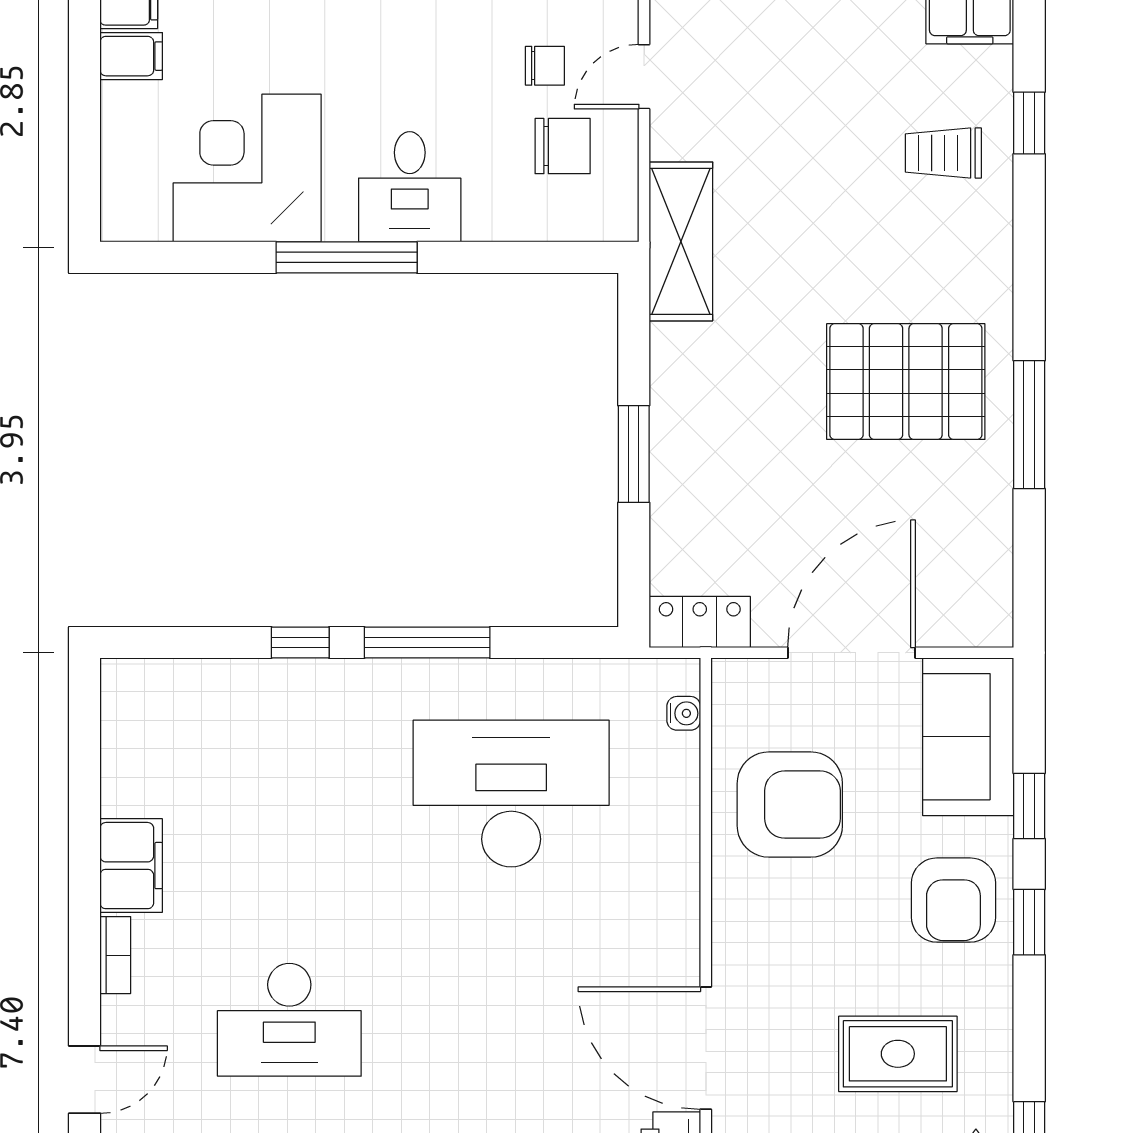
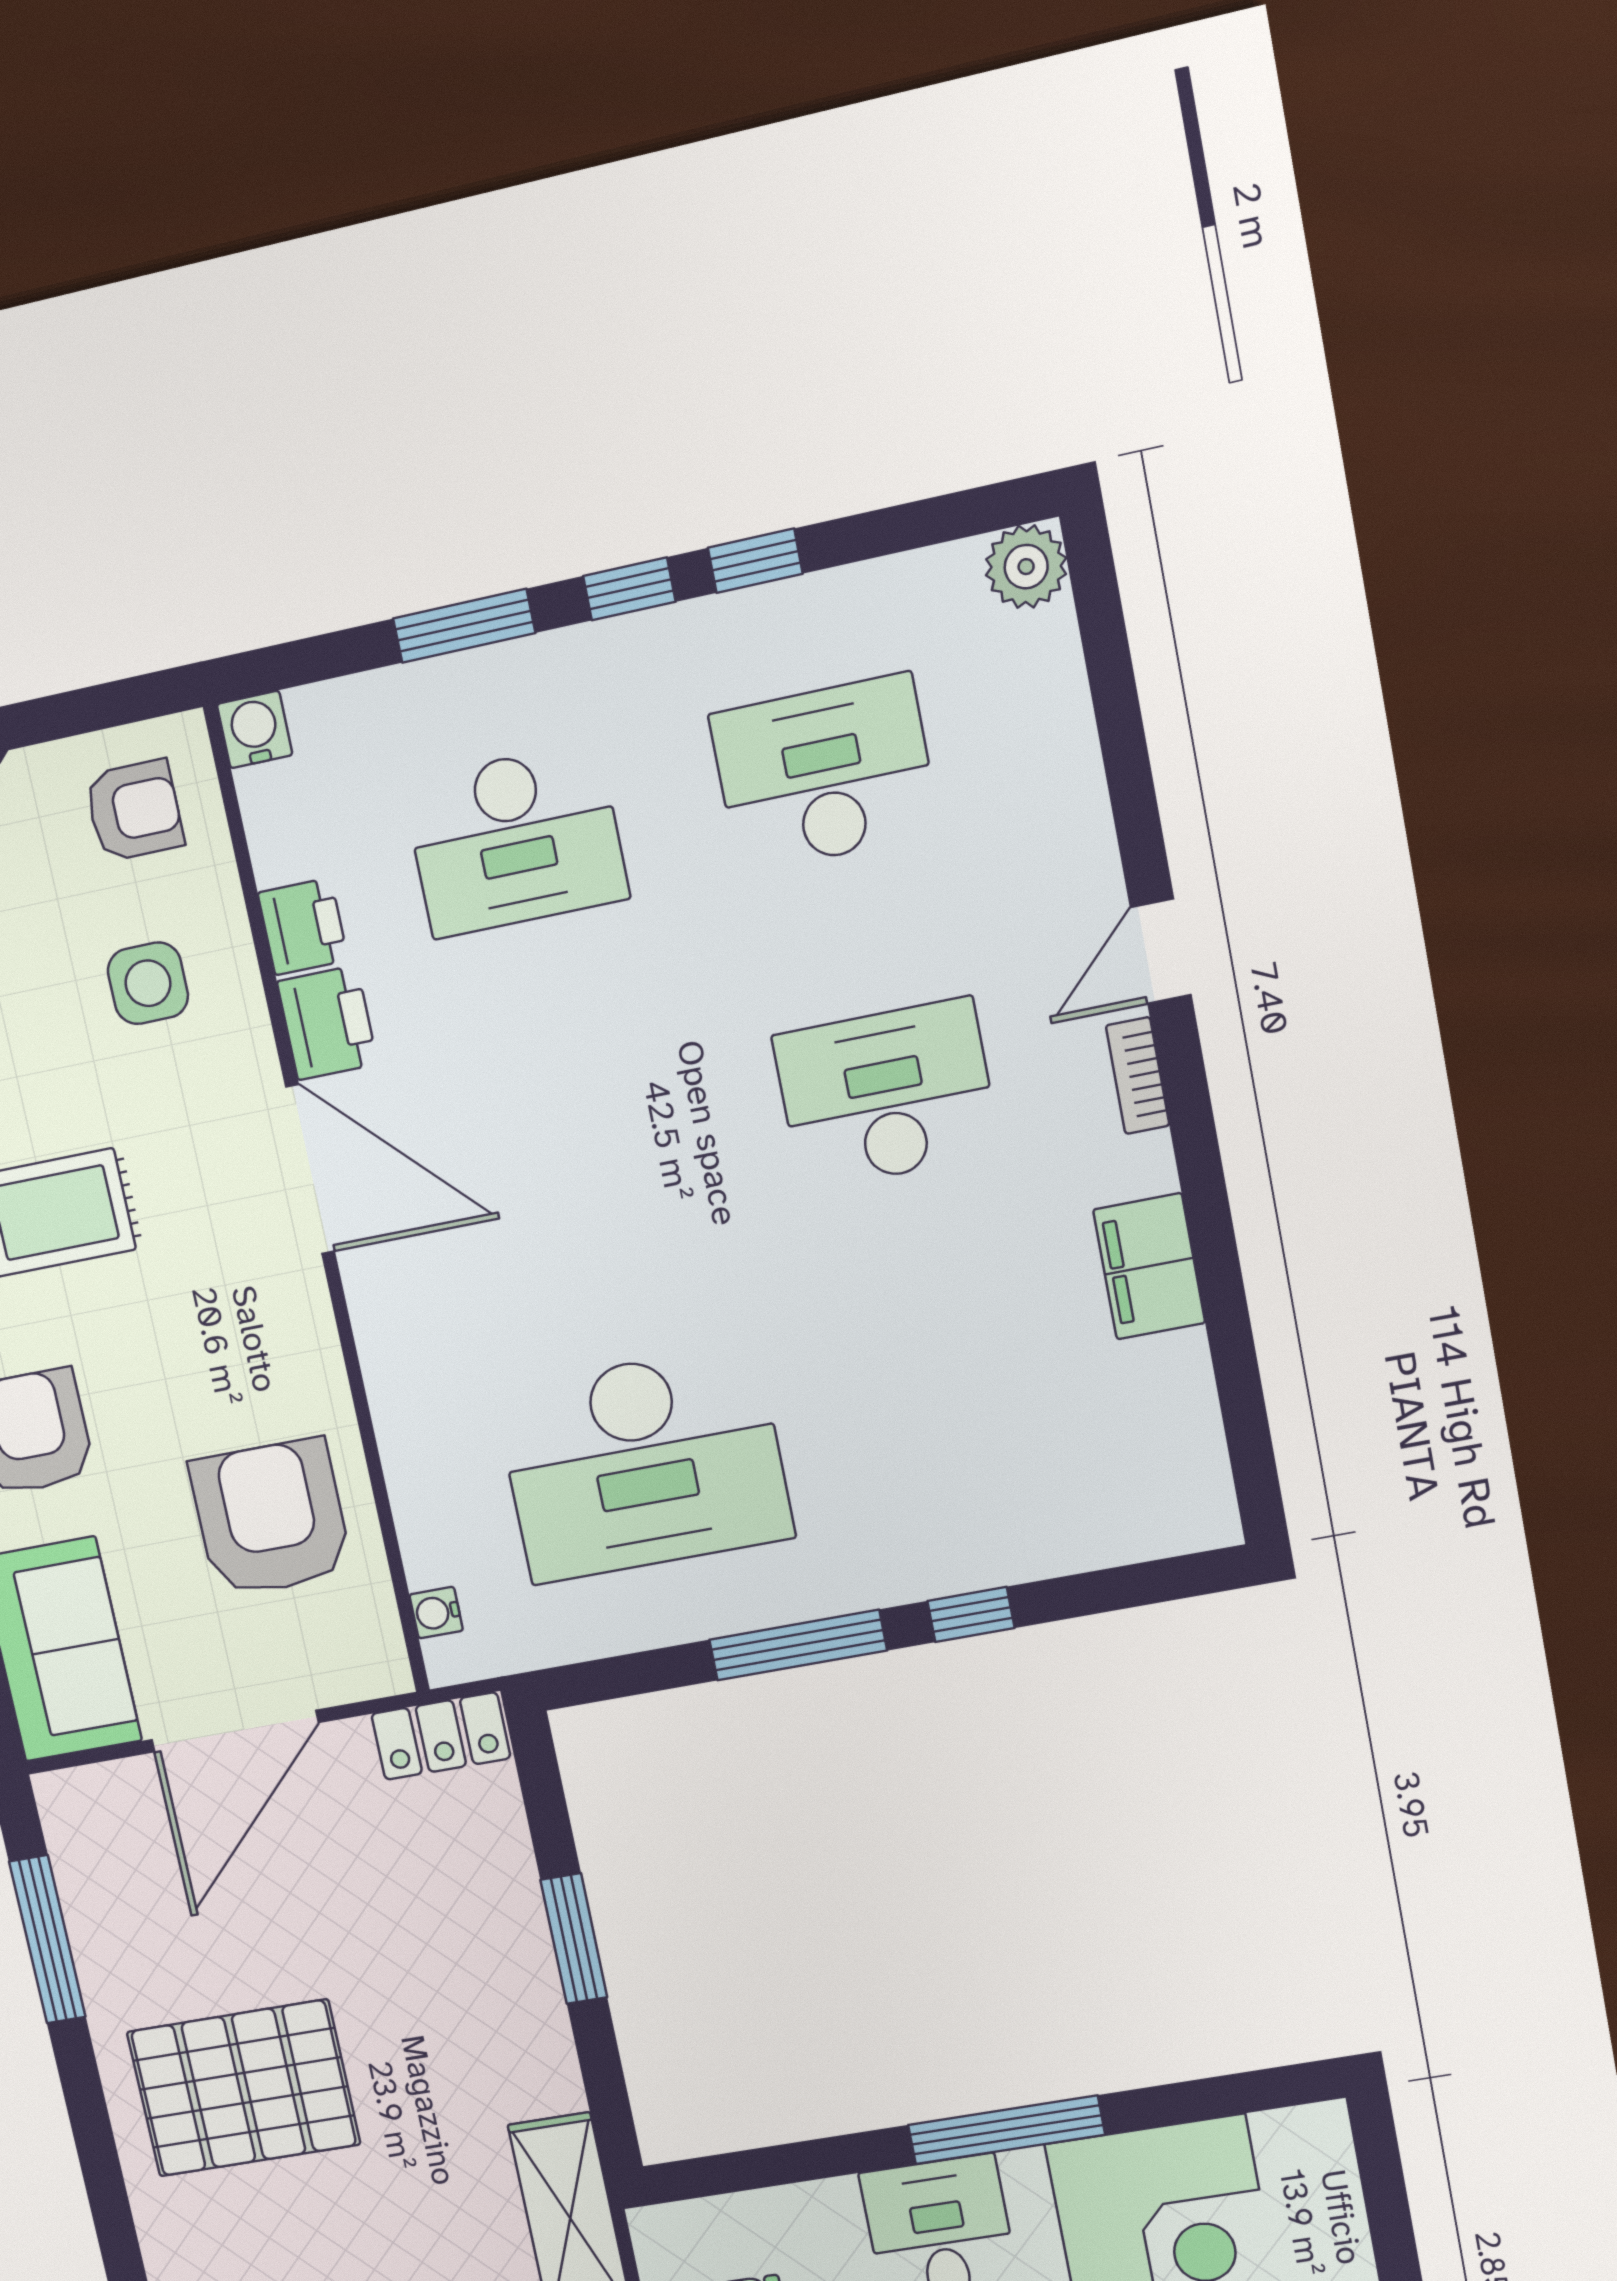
window: (1029, 425) -> (47, 1939), moved
armchair: (790, 805) -> (271, 1518), turned 90
bookcase: (115, 955) -> (1138, 1076), moved

